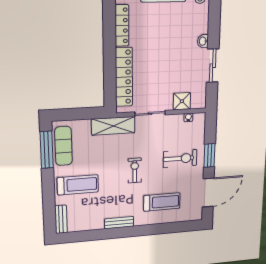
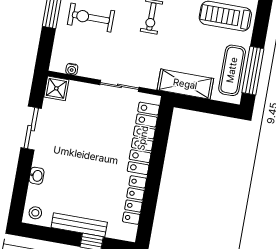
washbasin: (203, 41) -> (37, 176), moved
shower: (182, 101) -> (56, 88), moved
shelving: (113, 126) -> (185, 84), moved

